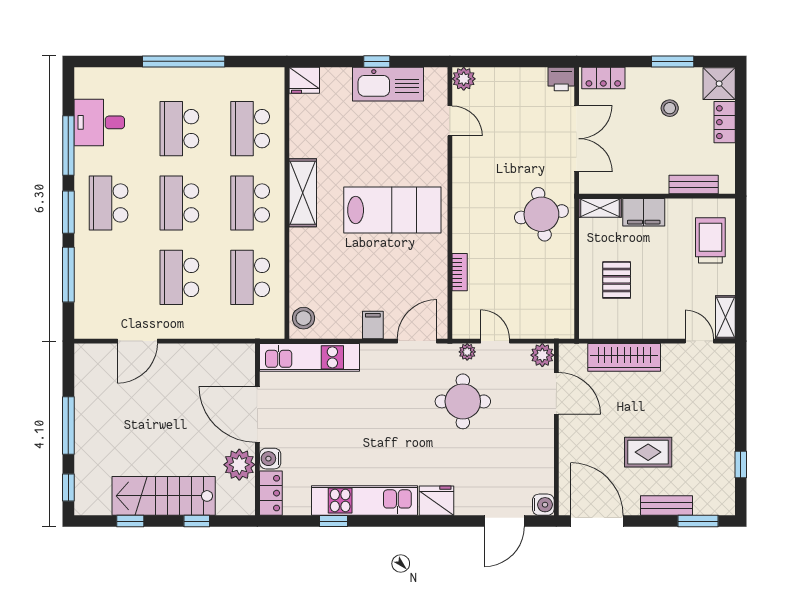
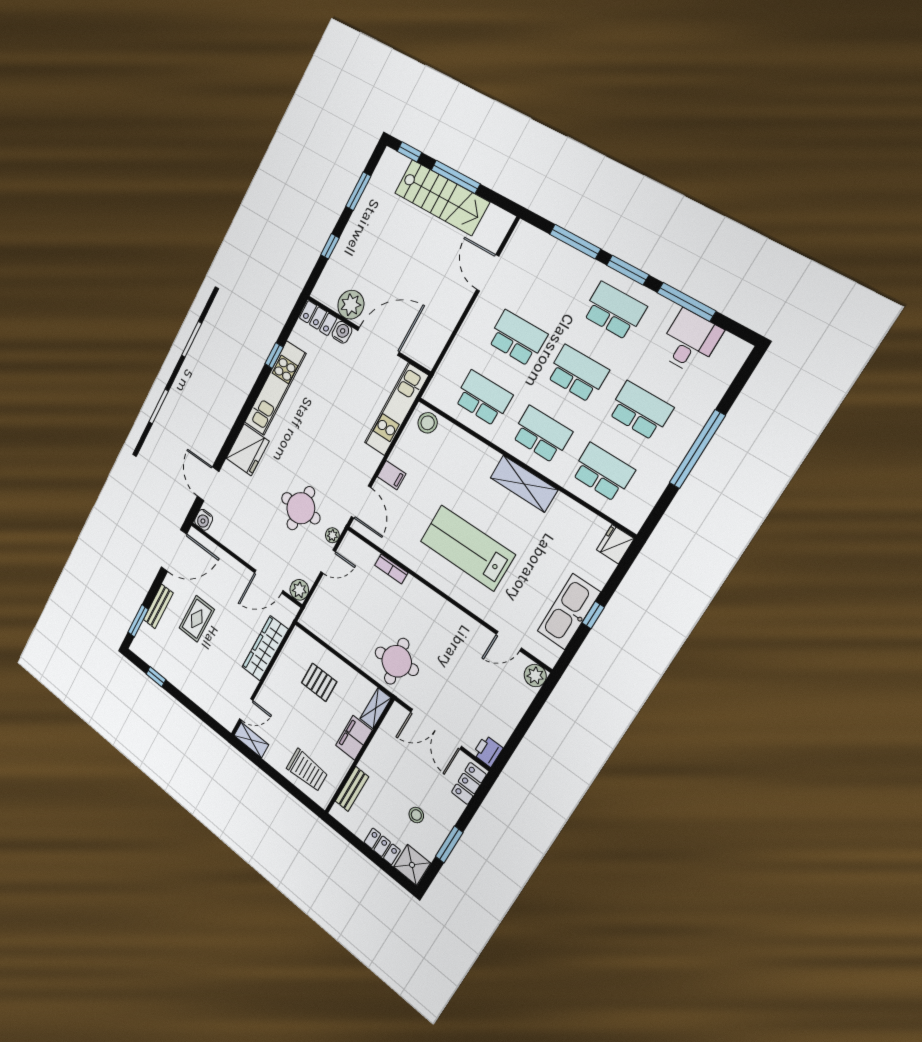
lab bench: (392, 210) -> (467, 548), turned 90
stairs: (164, 496) -> (442, 197), moved, turned 90
fridge: (436, 501) -> (248, 450), width x1.36, depth x1.34
window: (130, 521) -> (358, 191), width x1.50

